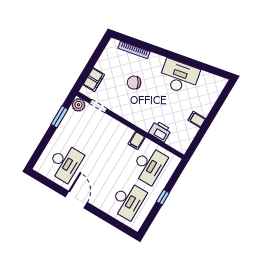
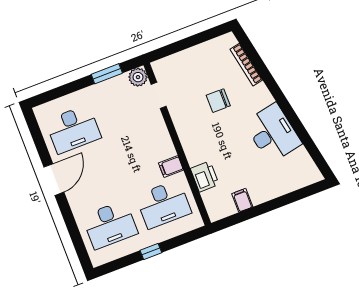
filing cabinet: (94, 80) -> (176, 63), removed
chair: (134, 83) -> (218, 101), turned -61
filing cabinet: (197, 119) -> (242, 200), moved

